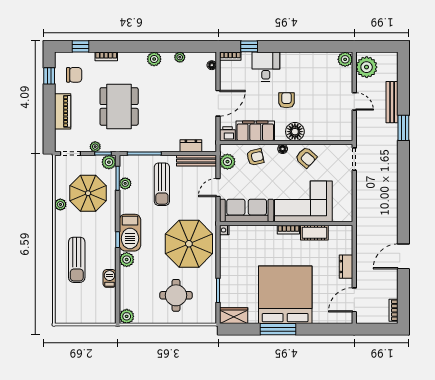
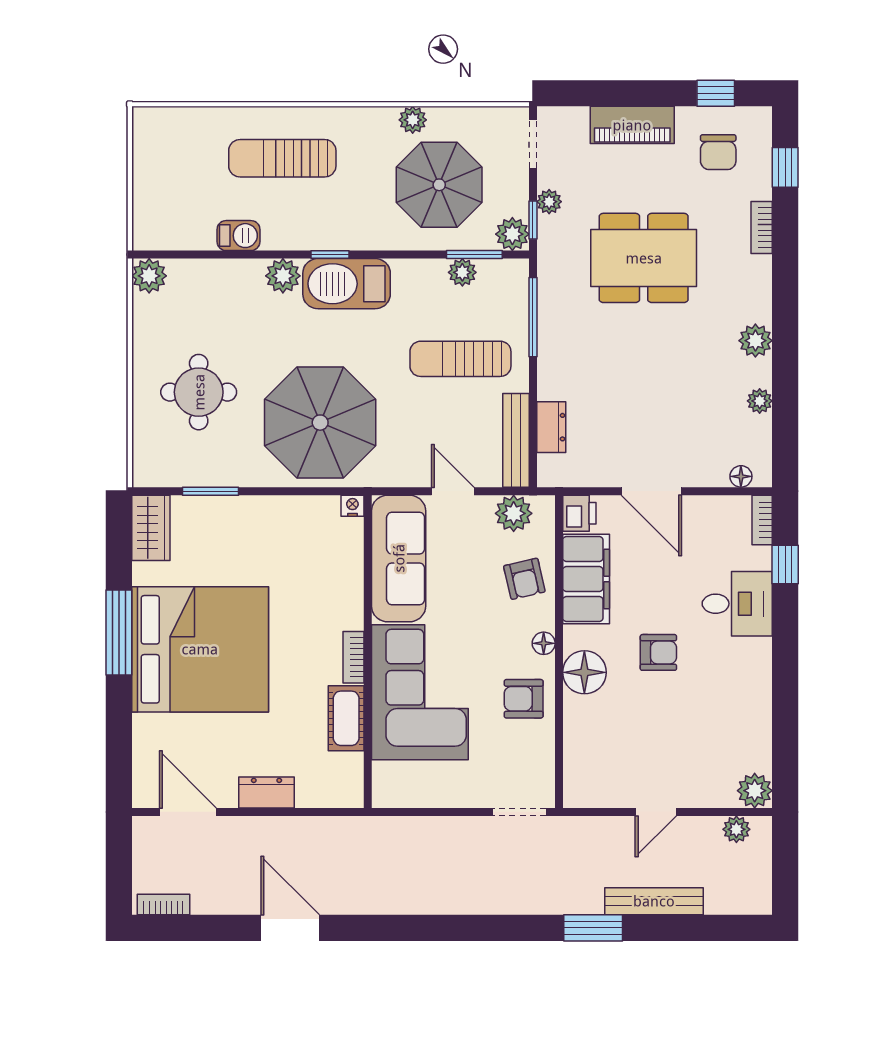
plant: (367, 67) -> (736, 829), width x0.53, depth x0.53
armchair: (306, 157) -> (524, 699), turned 48

